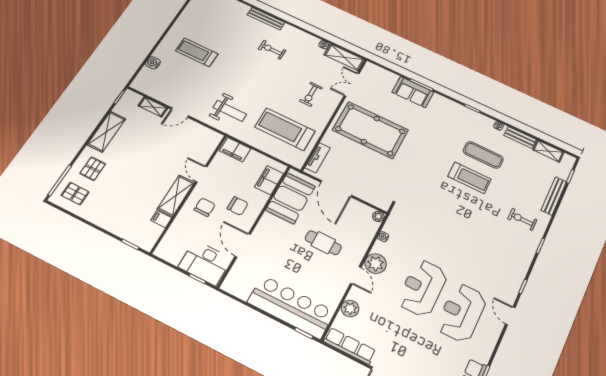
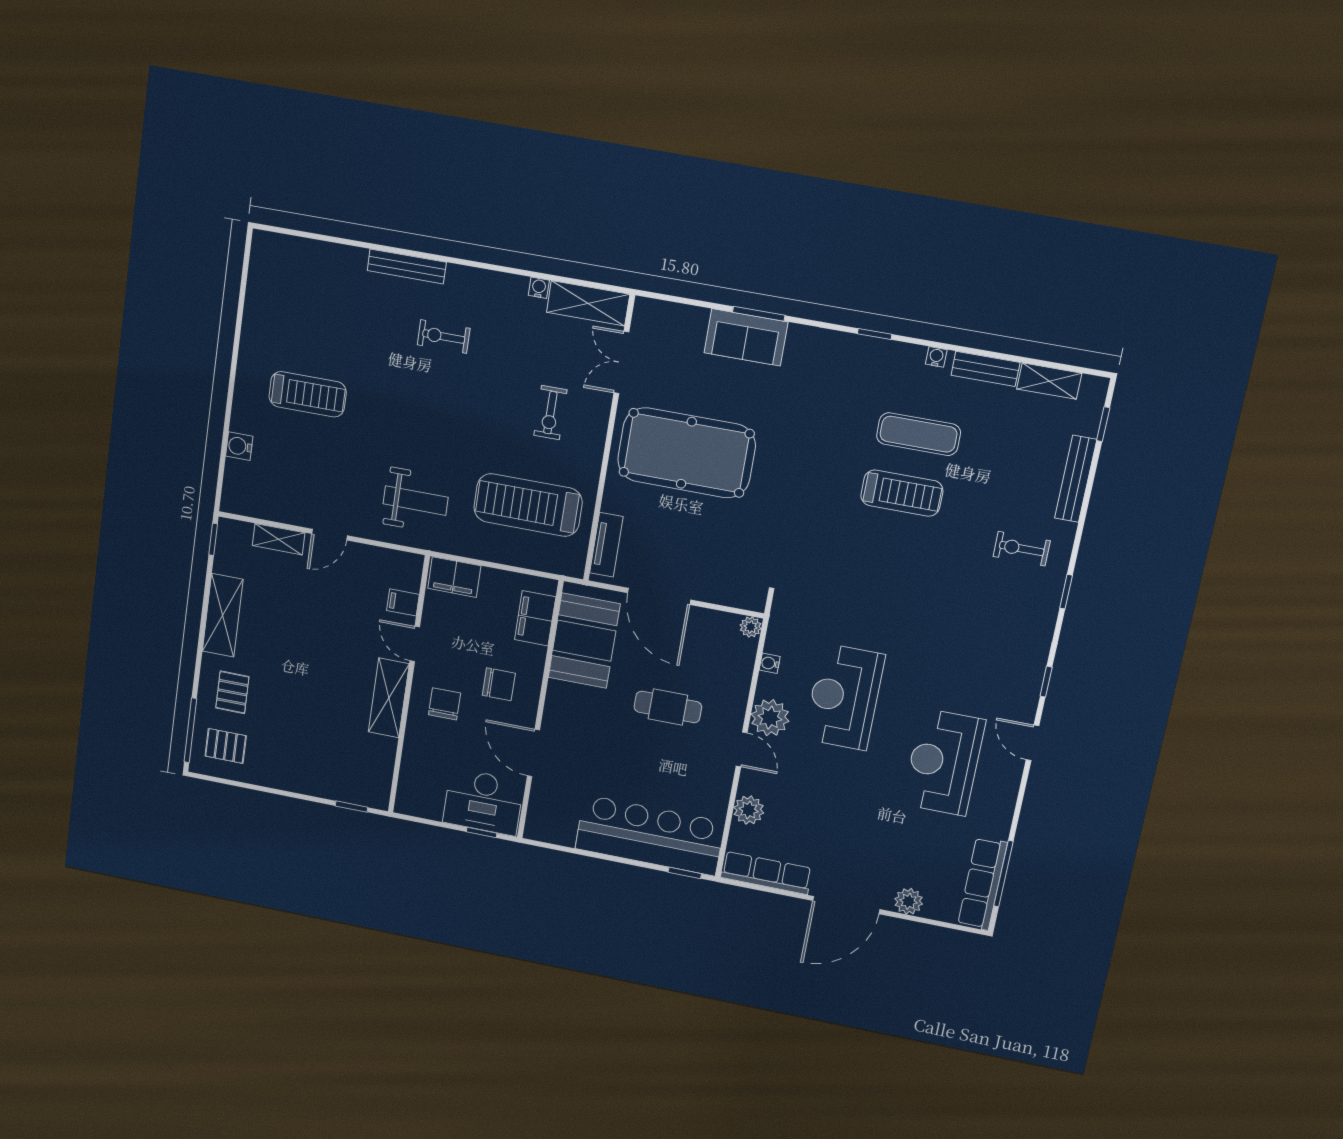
treadmill: (197, 52) -> (308, 394), turned 180
filing cabinet: (161, 219) -> (403, 602), moved
reception desk: (422, 288) -> (844, 697), moved

